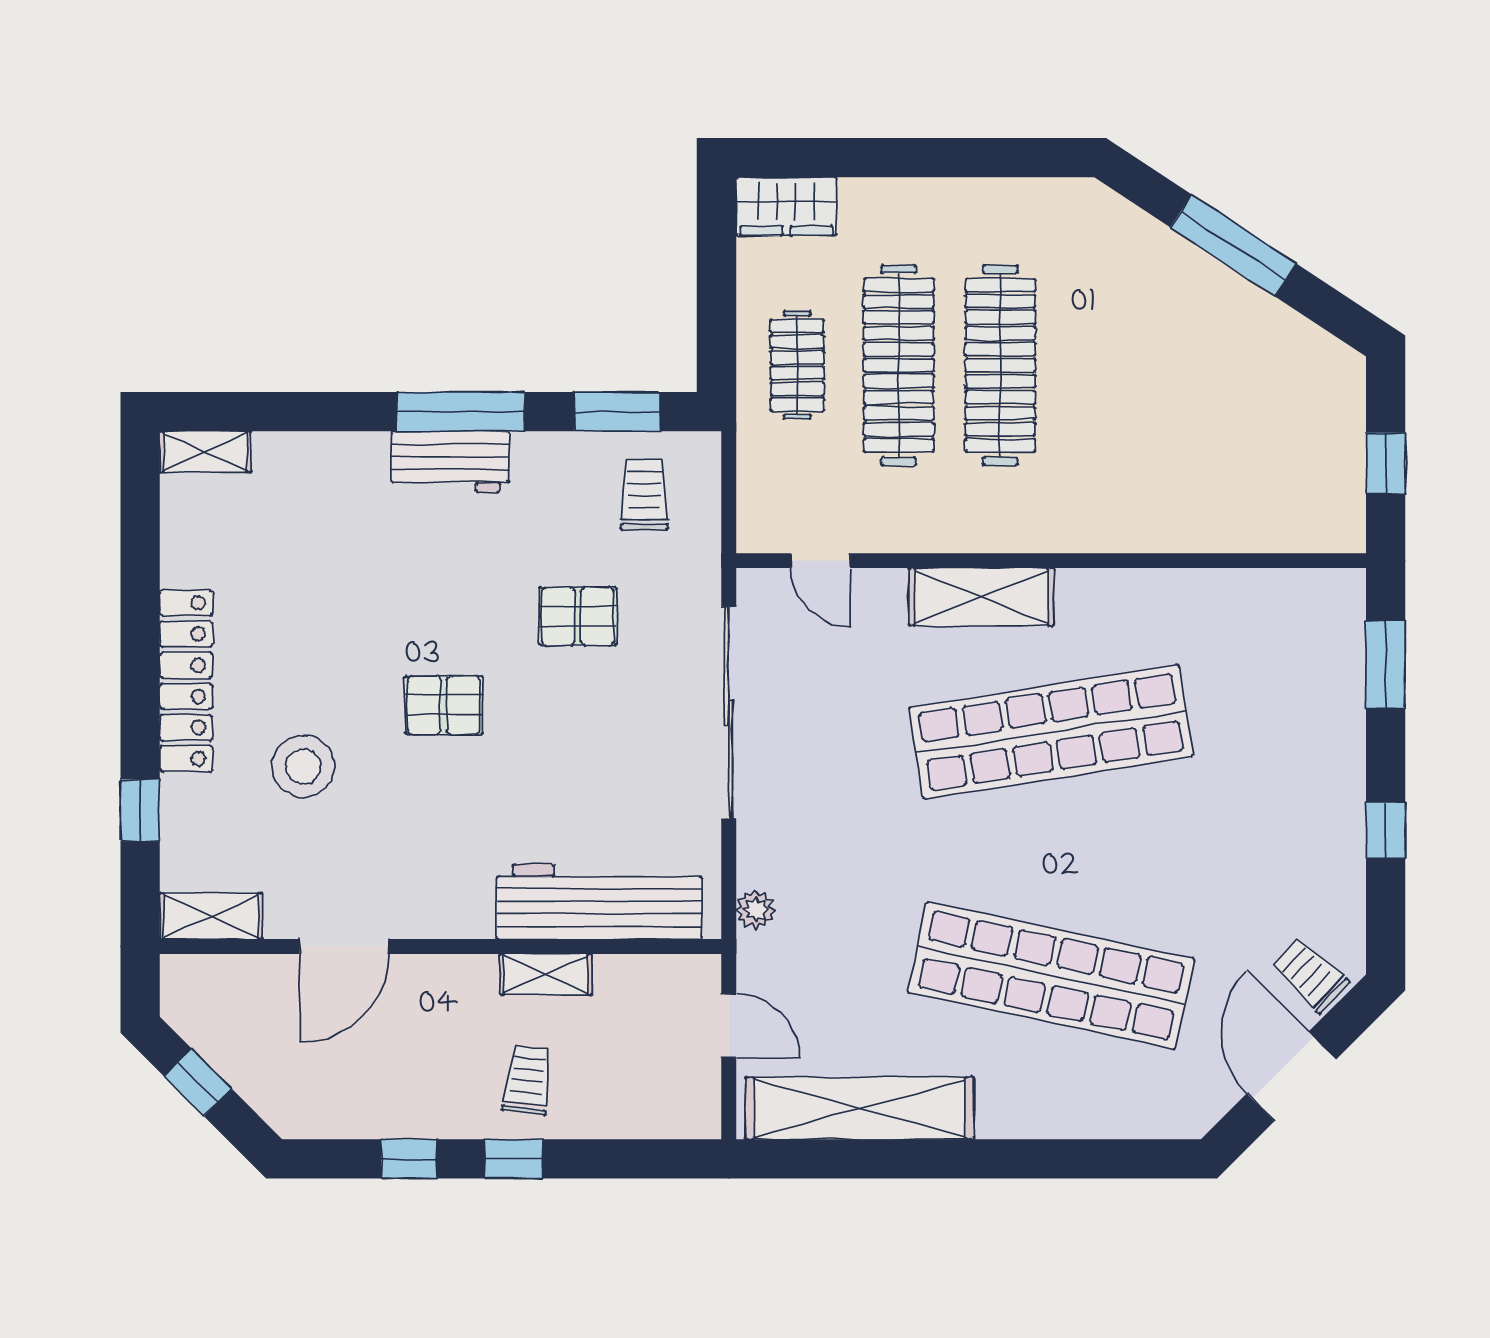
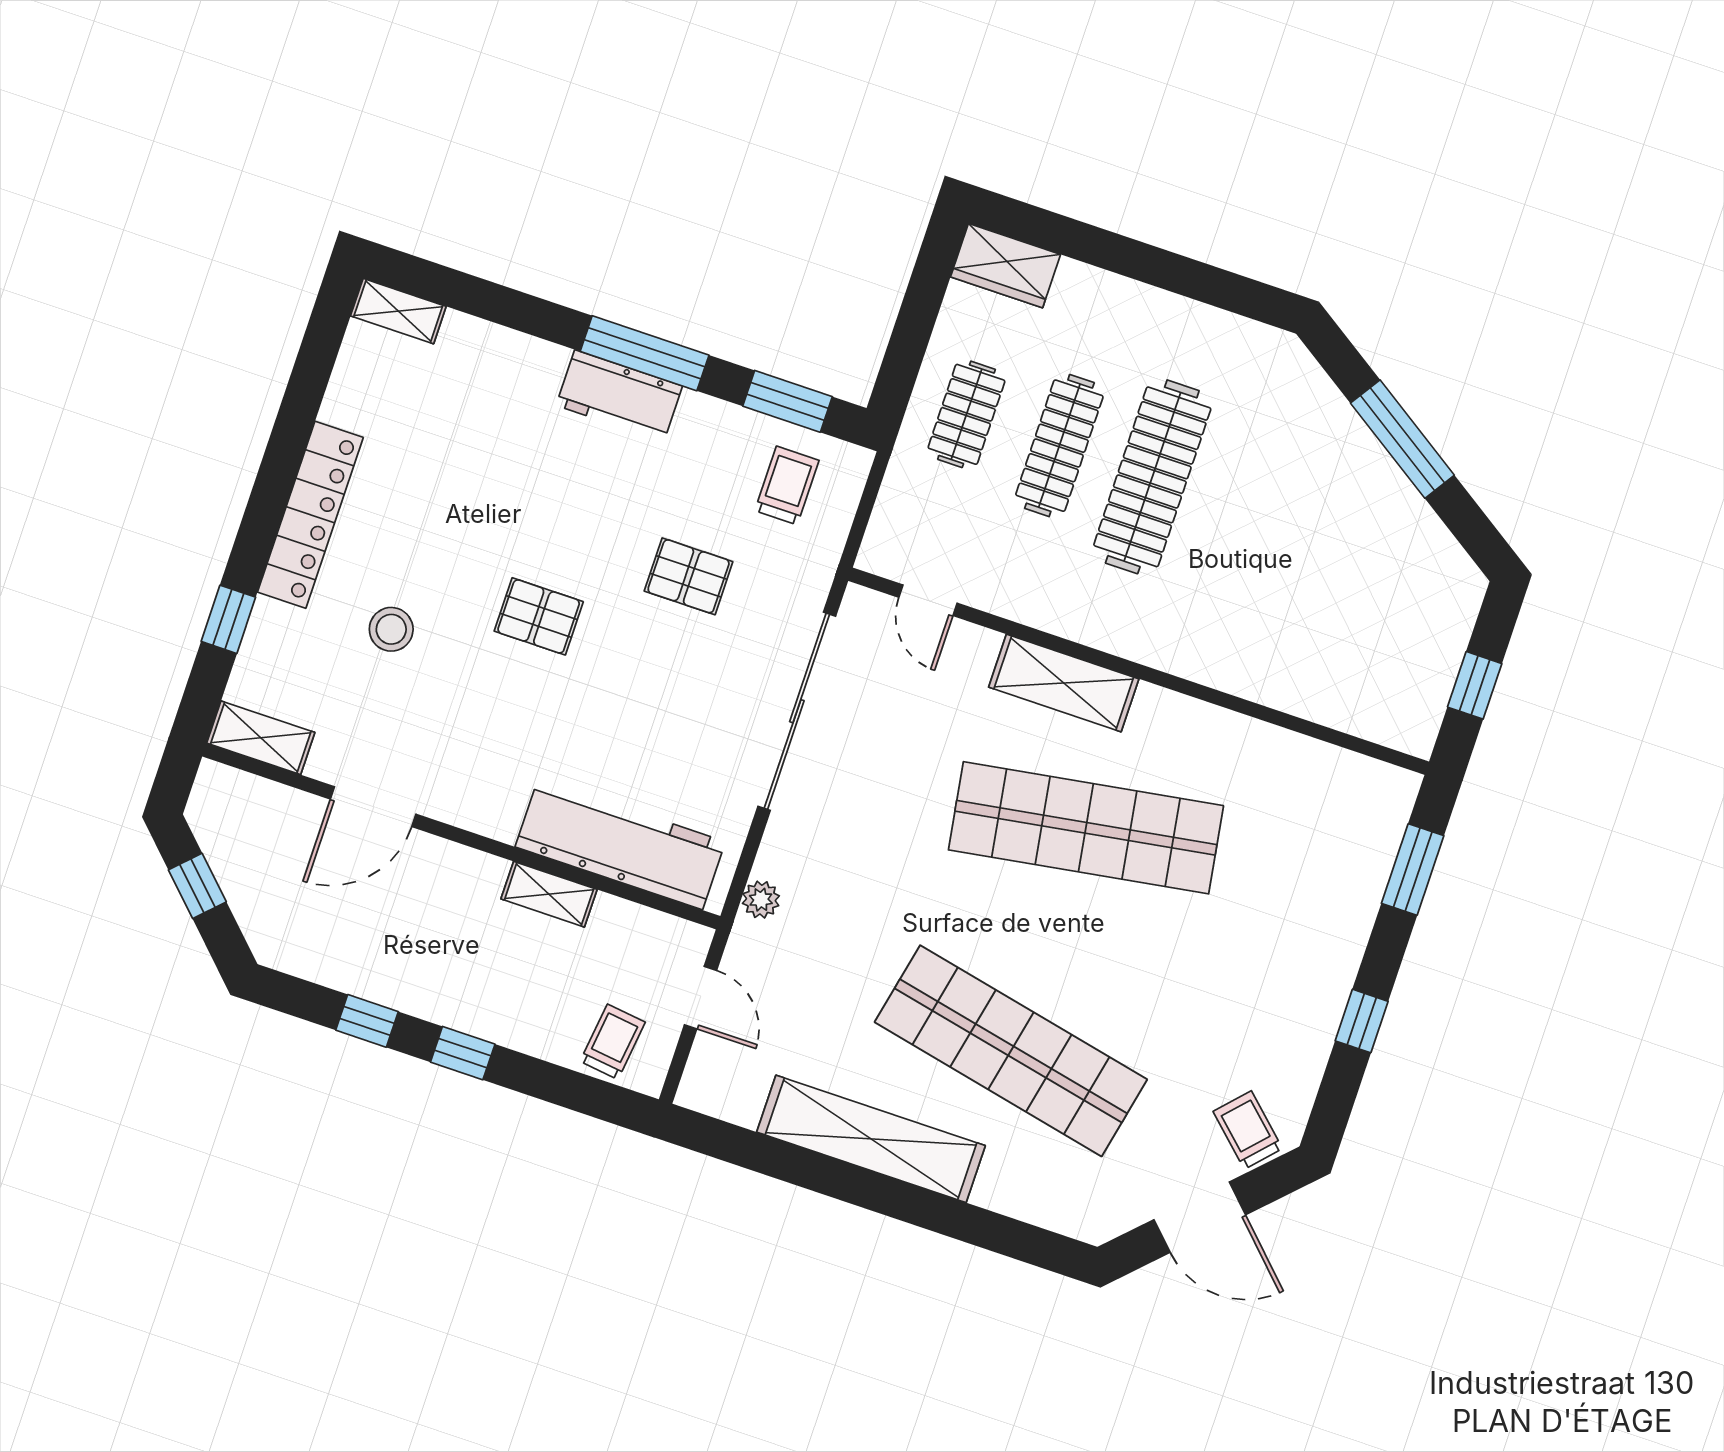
clothes rail: (899, 365) -> (1059, 446), width x0.73, depth x0.76
stool: (303, 766) -> (391, 629), width x0.73, depth x0.73
door: (1291, 1076) -> (1200, 1217), swing flipped
trolley: (527, 1080) -> (613, 1042), moved
shelving: (860, 1108) -> (871, 1139), moved

